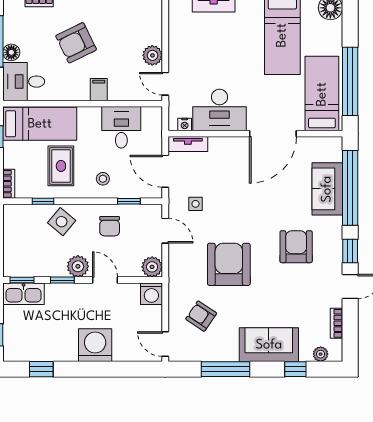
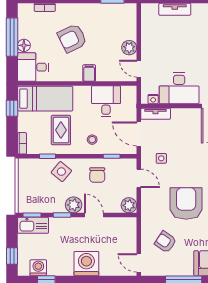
washing machine: (151, 294) -> (38, 268), moved, turned 180

